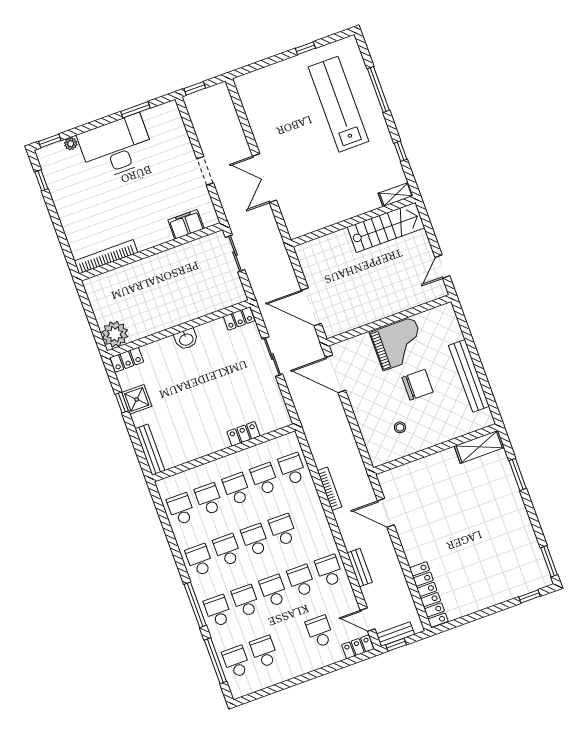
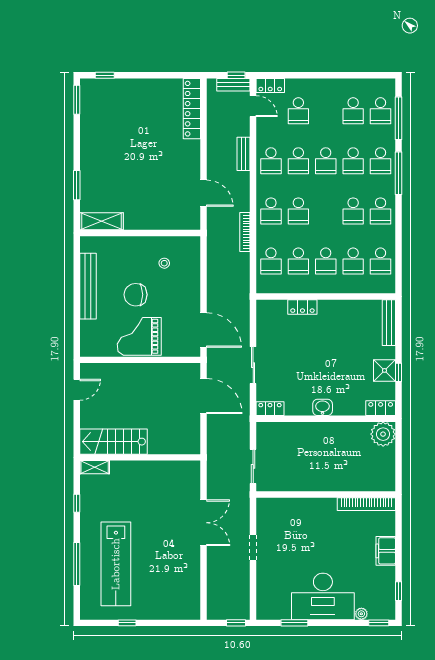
filing cabinet: (186, 224) -> (386, 551), moved, turned 90
school desk: (255, 540) -> (271, 211), moved

